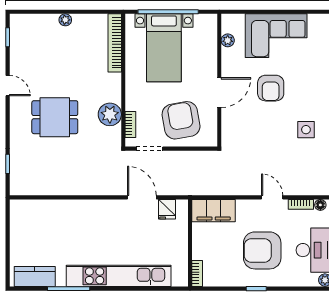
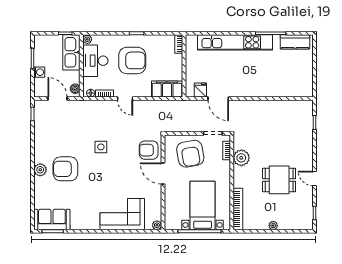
plant: (228, 40) -> (157, 225), moved
armchair: (271, 88) -> (149, 150), moved, turned -90
door: (219, 93) -> (163, 173), hinge flipped
dining table: (55, 117) -> (279, 180), moved

